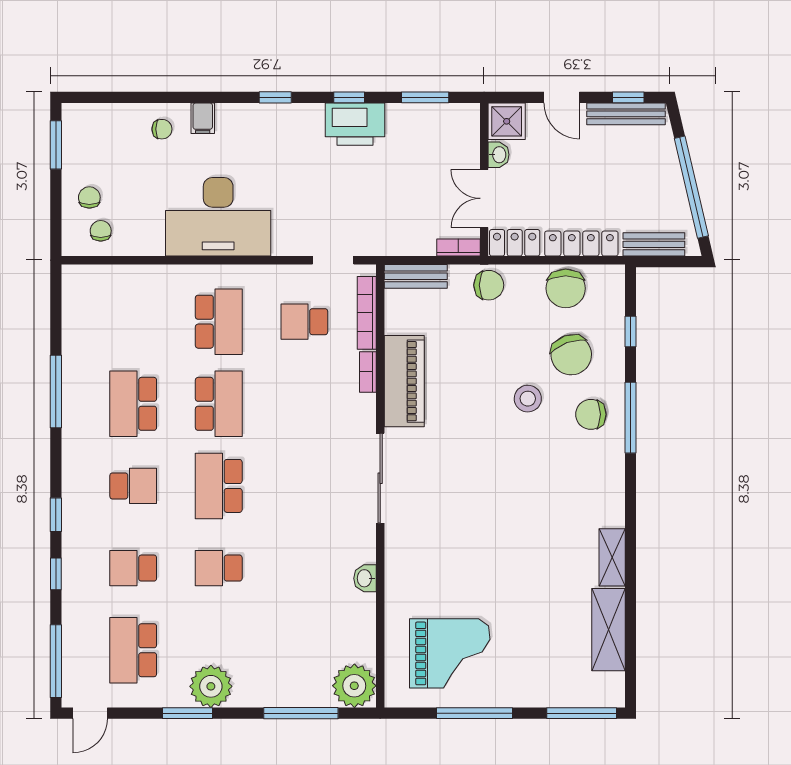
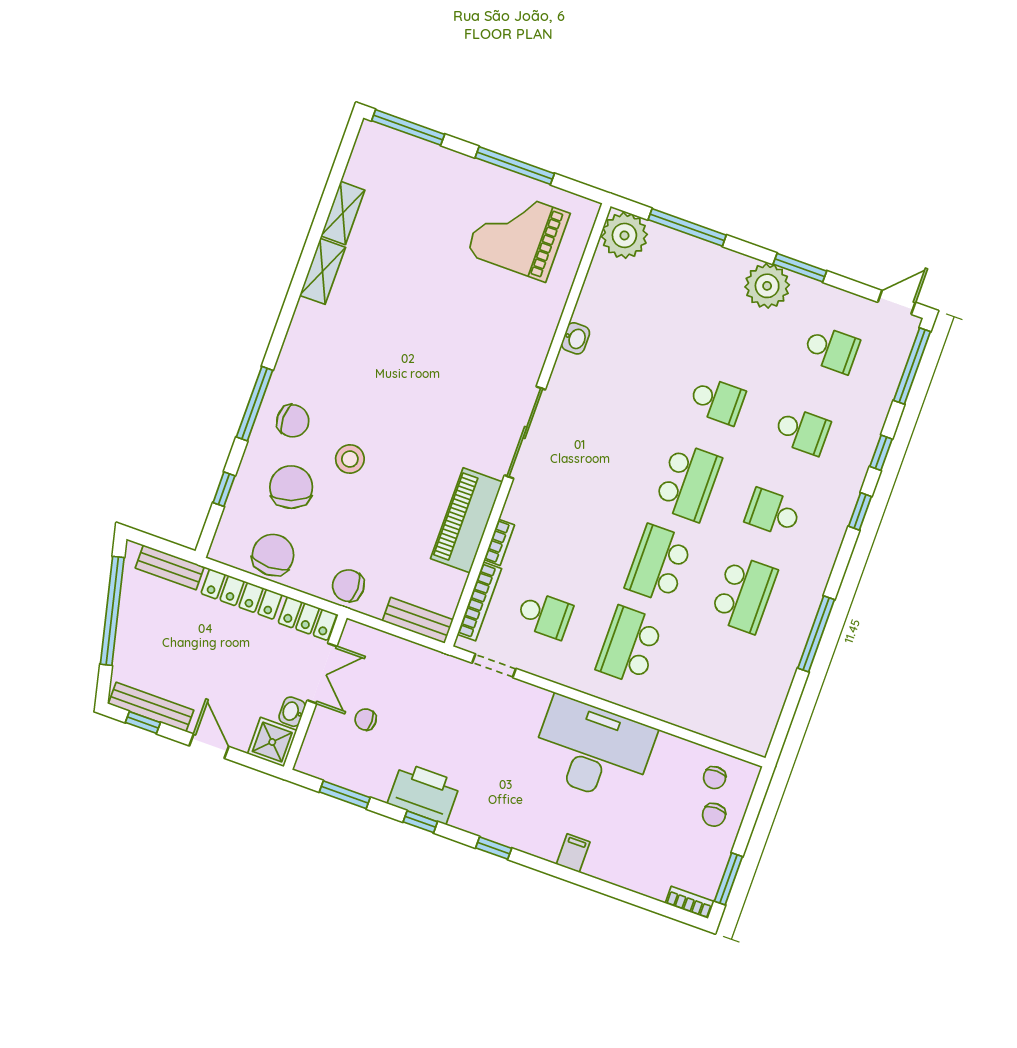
chair: (162, 129) -> (366, 719), moved
bookcase: (458, 247) -> (690, 902), moved, turned 180
shelving: (609, 630) -> (343, 213), width x0.67, depth x0.75
school desk: (133, 650) -> (831, 349), width x0.54

